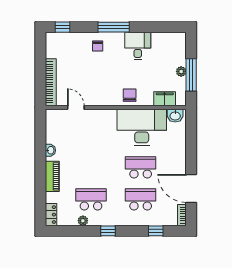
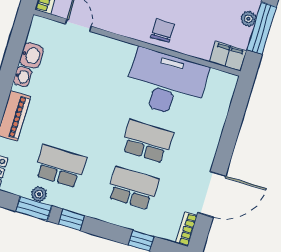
filing cabinet: (165, 99) -> (228, 56), moved
washbasin: (175, 116) -> (31, 55), moved, turned -90
door: (191, 188) -> (212, 194), swing flipped
window: (82, 231) -> (34, 209), added

